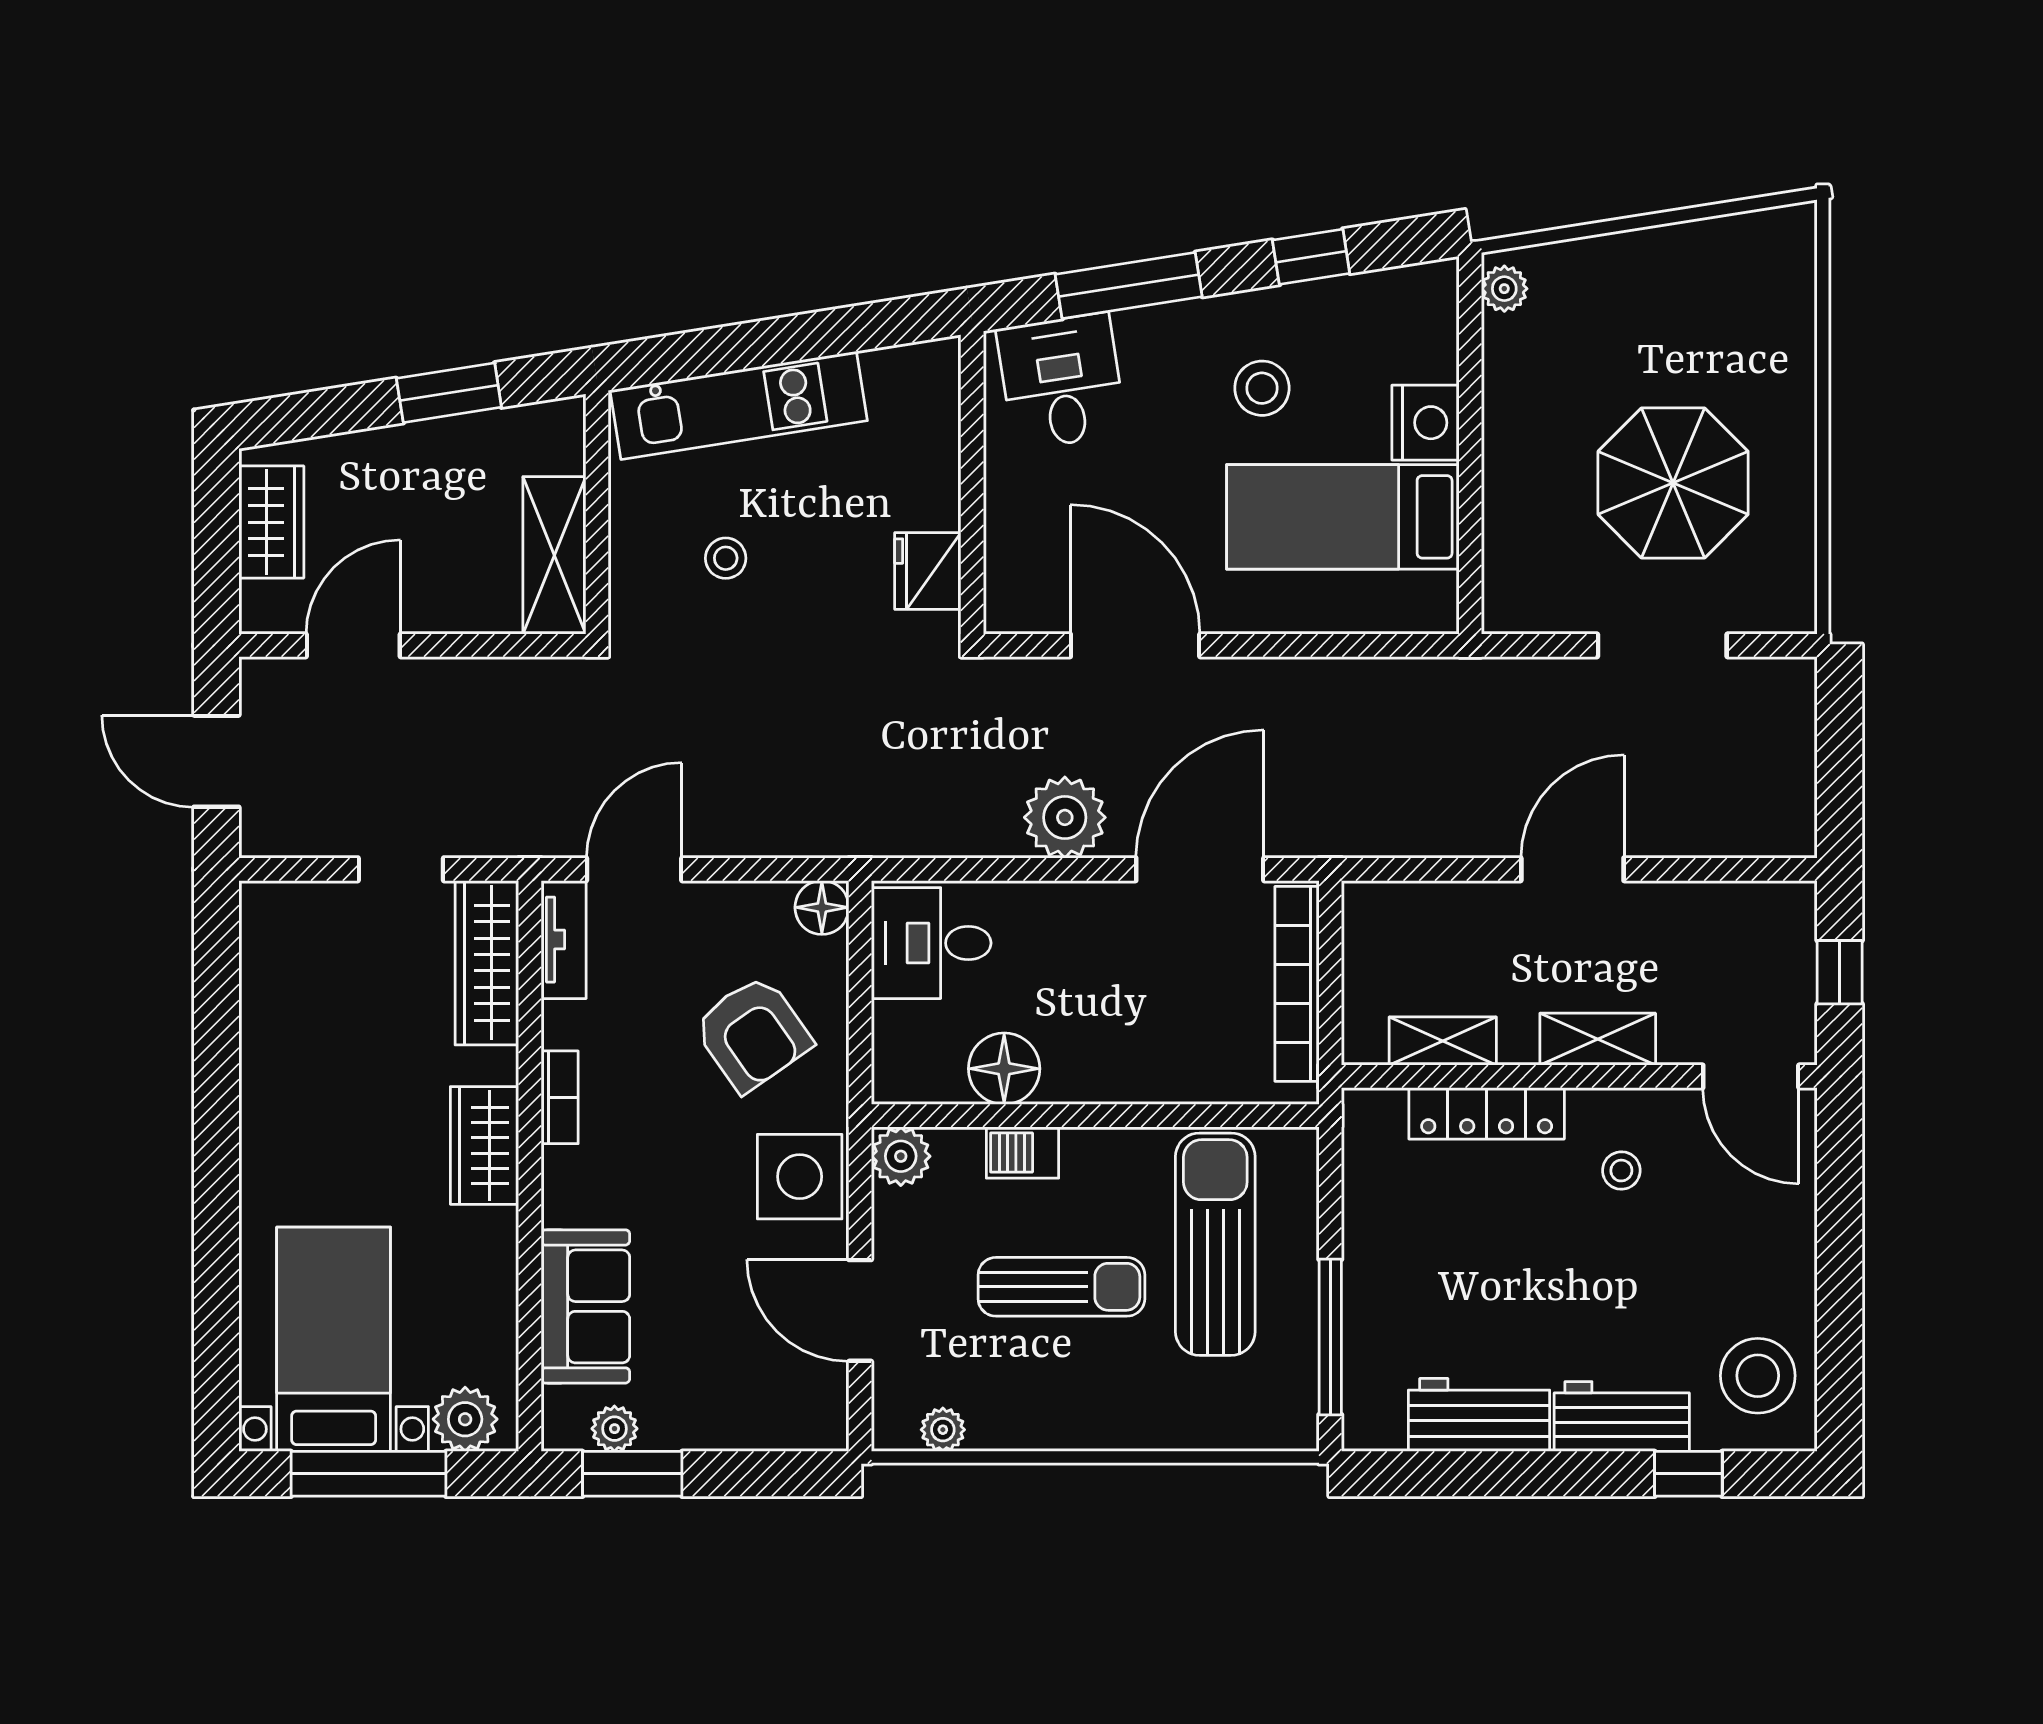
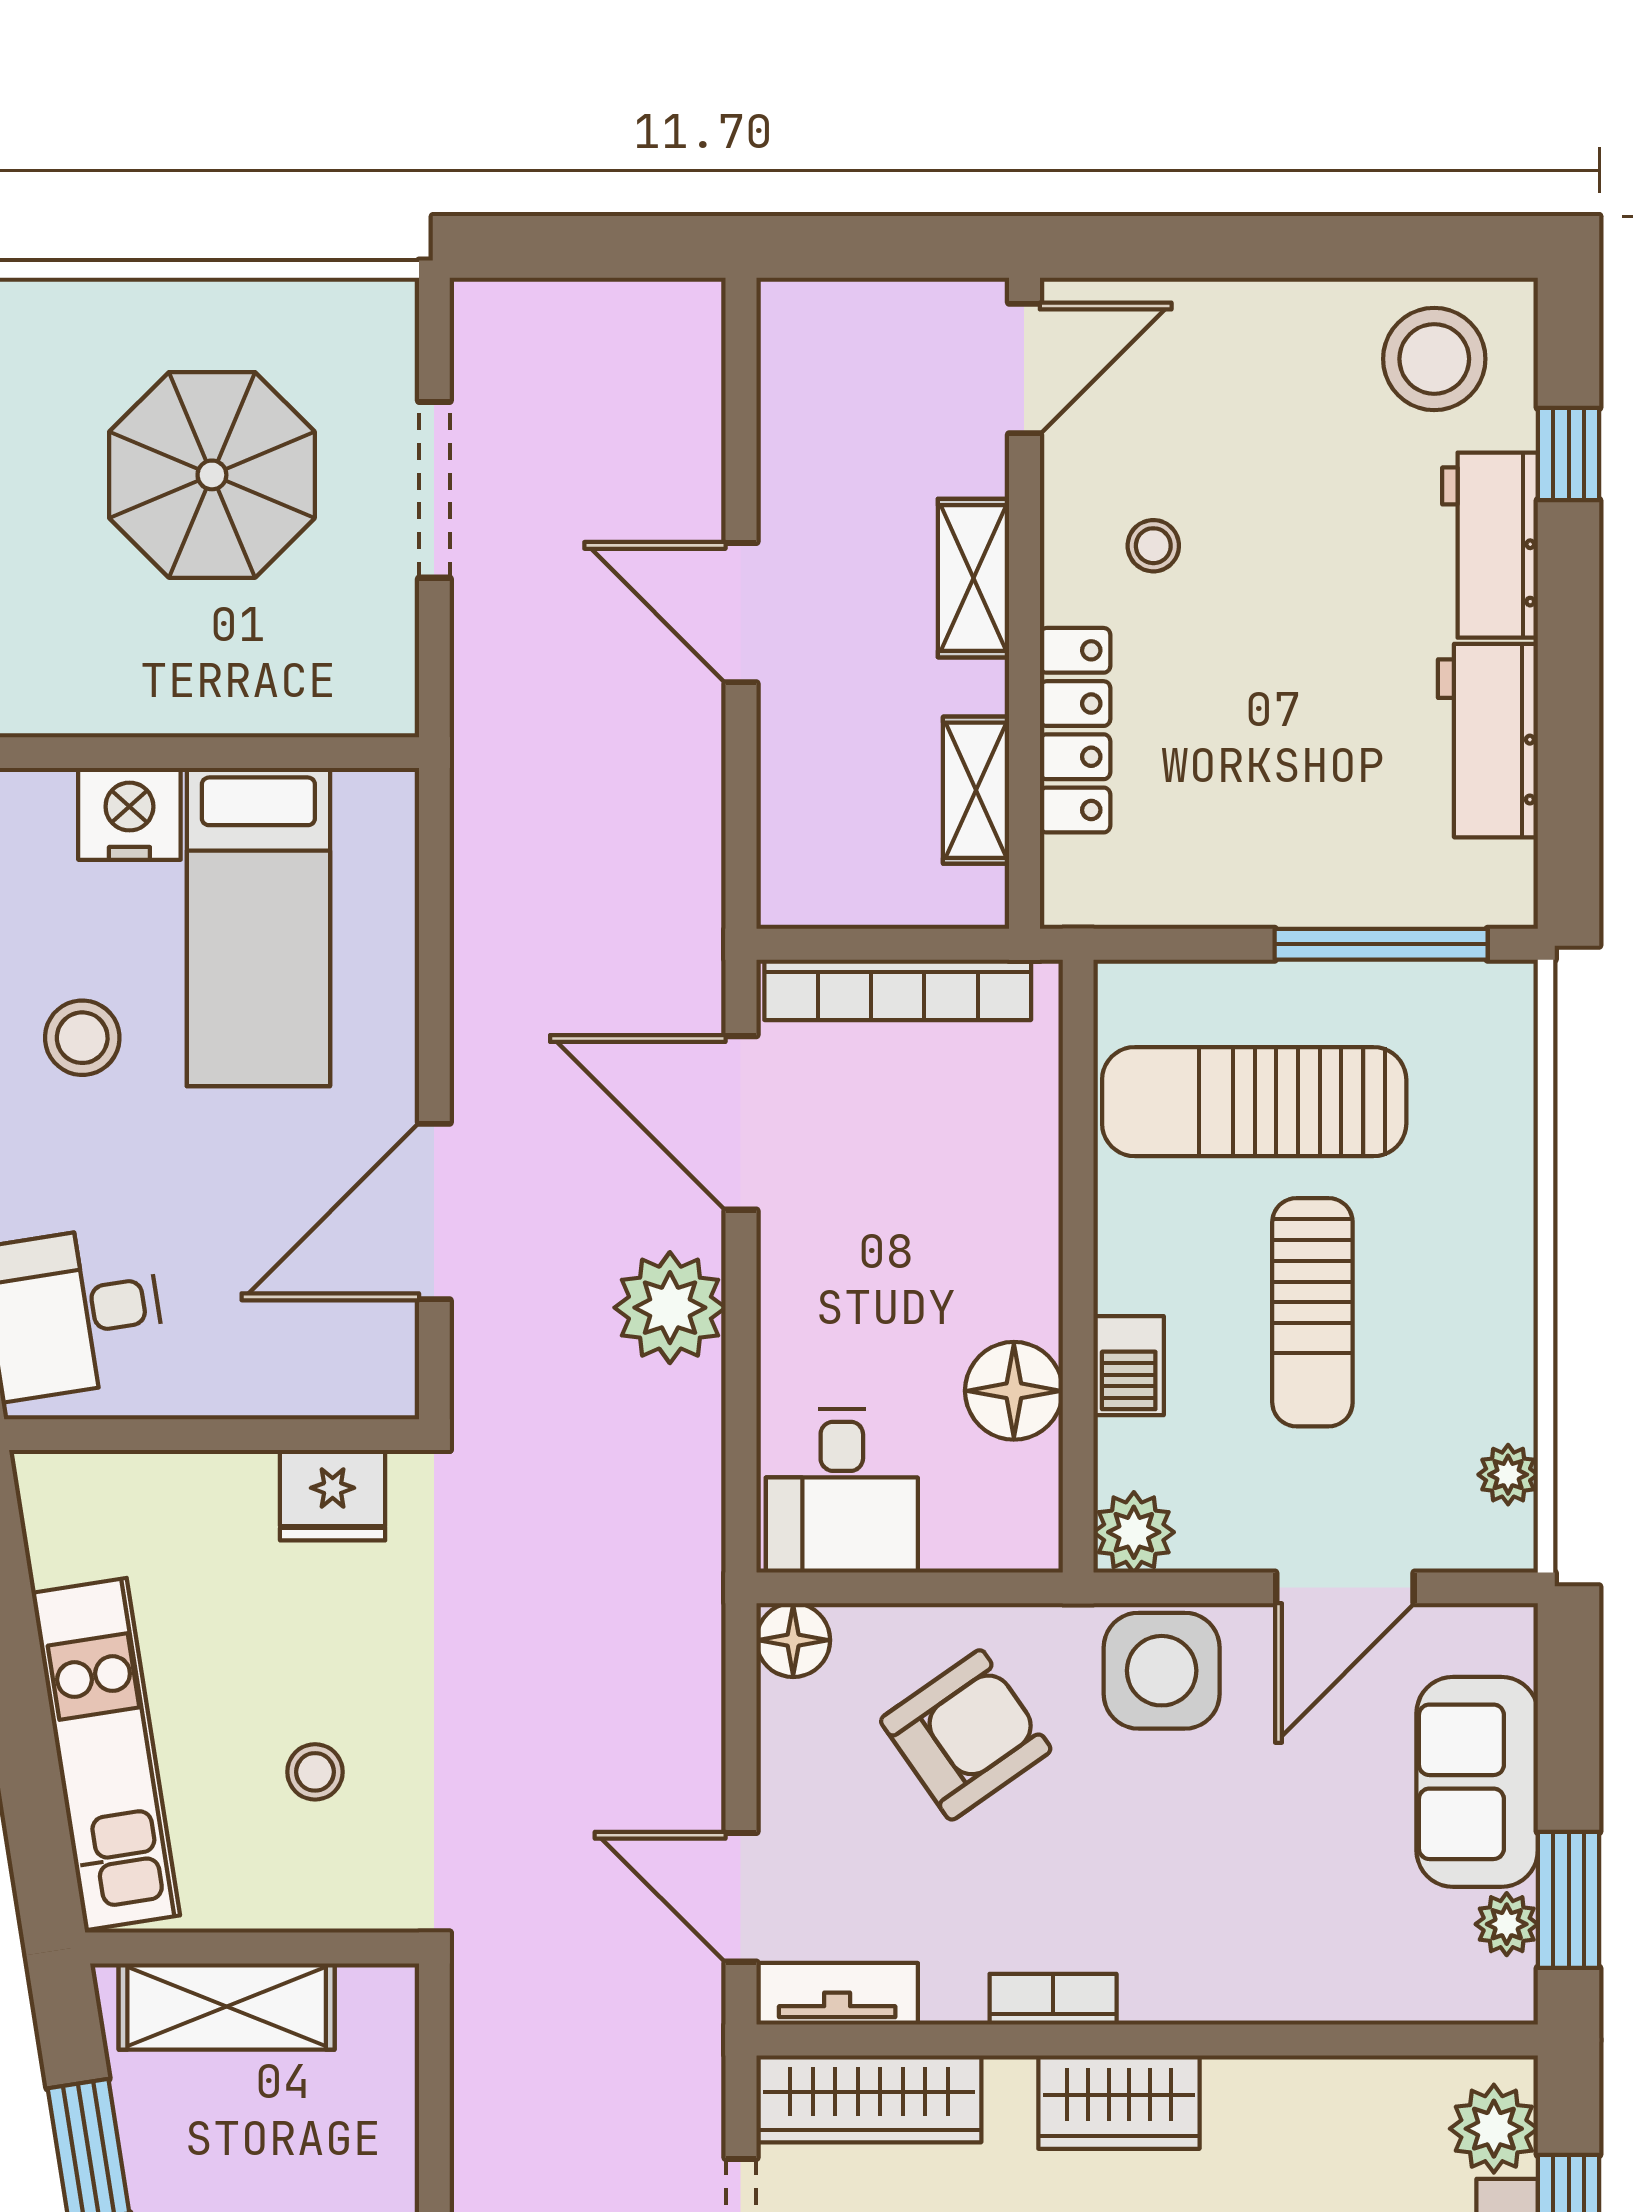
shelving: (554, 555) -> (227, 2007), moved
window: (1840, 972) -> (882, 247), removed
sun lounger: (1061, 1287) -> (1312, 1312), turned 180
sofa: (585, 1306) -> (1477, 1782), moved, turned -90

